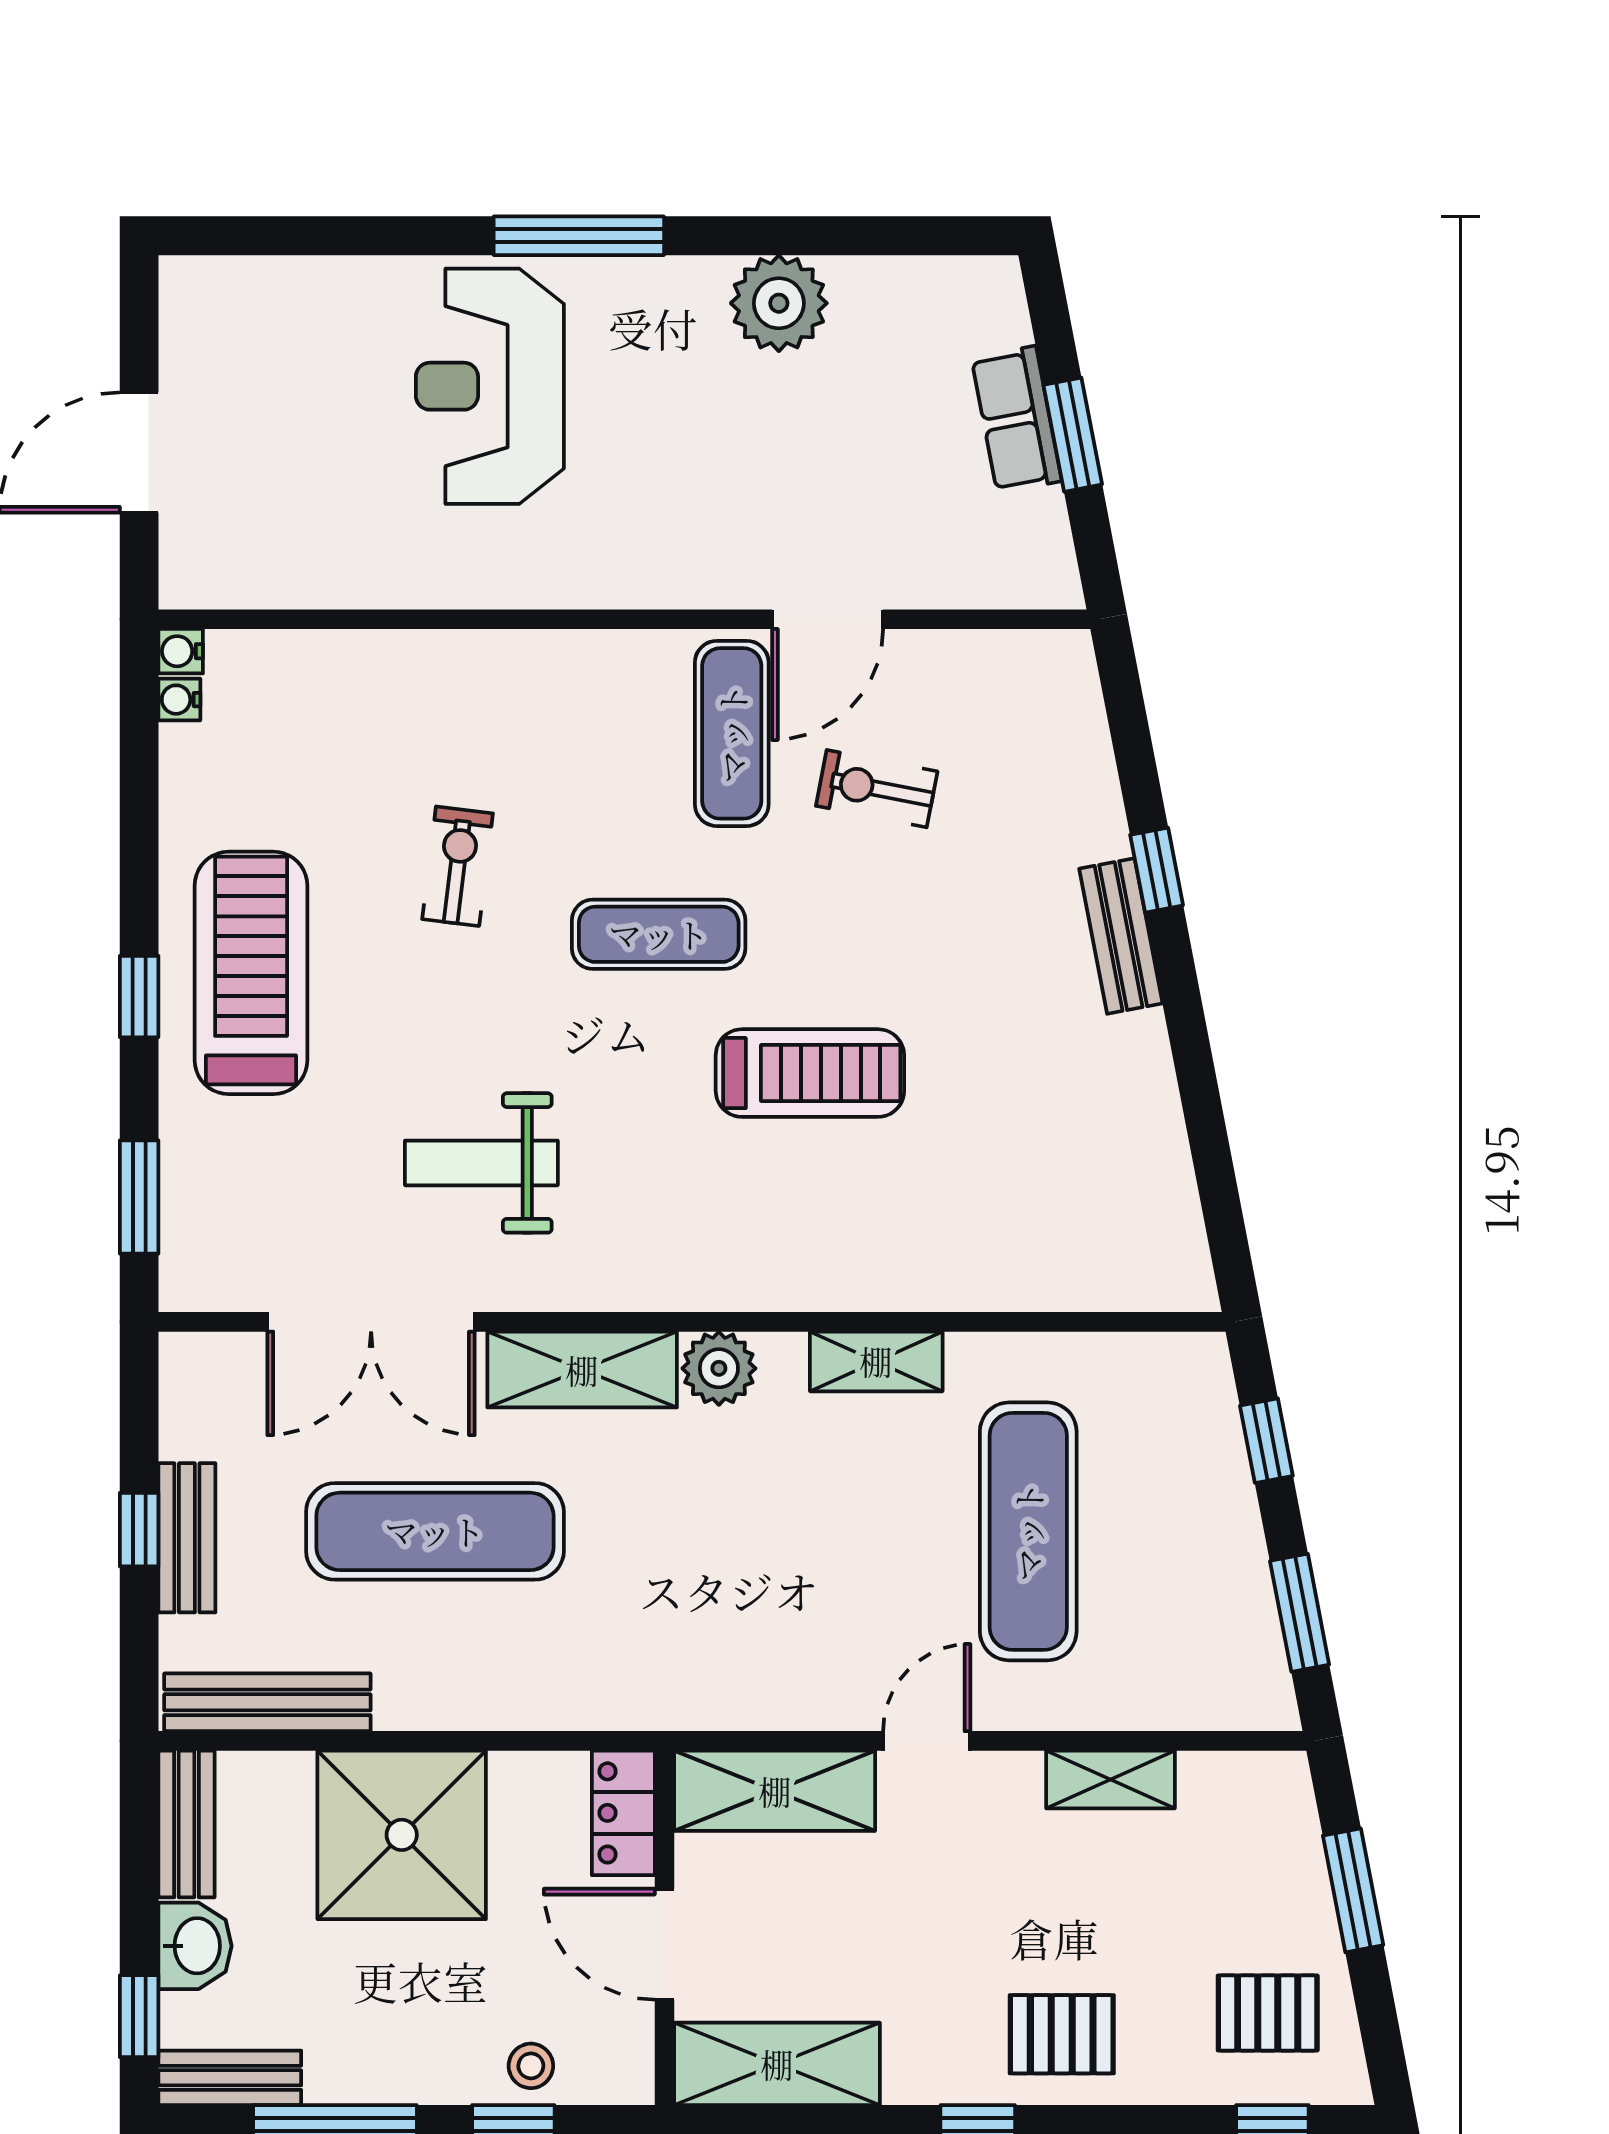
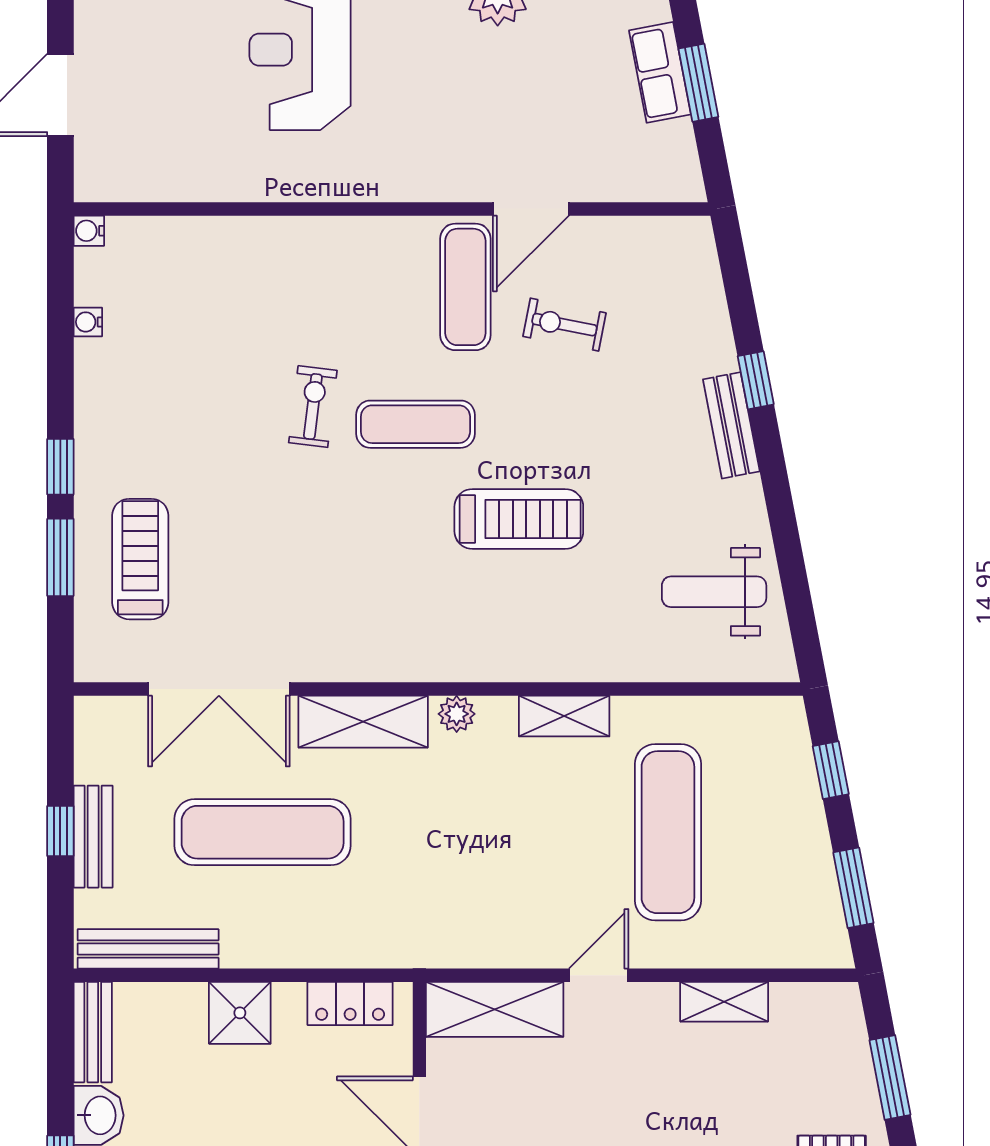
water cooler: (179, 700) -> (88, 322), moved
exercise bike: (458, 866) -> (313, 407), moved
treadmill: (251, 973) -> (140, 559), moved, width x0.73, depth x0.73
weight bench: (481, 1163) -> (714, 592), moved
window: (139, 1197) -> (60, 557), moved
plant: (719, 1368) -> (457, 714), width x0.73, depth x0.73
locker: (623, 1813) -> (350, 1003), moved, turned -90
shower: (402, 1835) -> (240, 1013), width x0.54, depth x0.54

